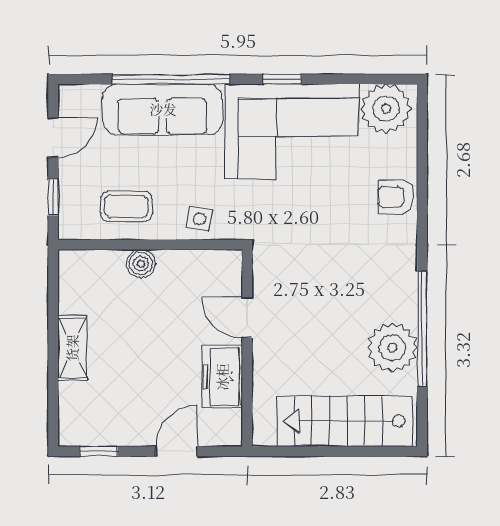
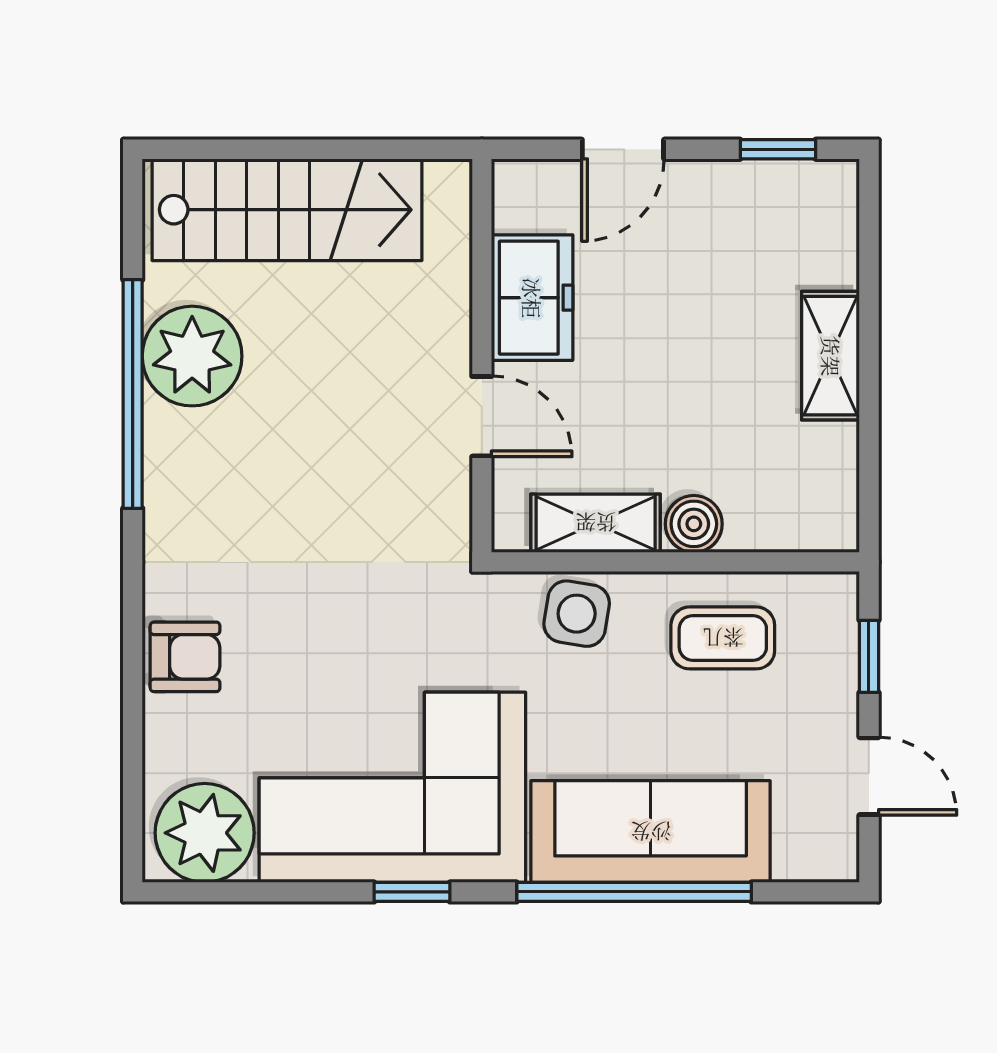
door: (53, 137) -> (869, 776), swing flipped
side table: (200, 219) -> (577, 614), width x1.37, depth x1.37
shelving: (190, 264) -> (596, 523), added

